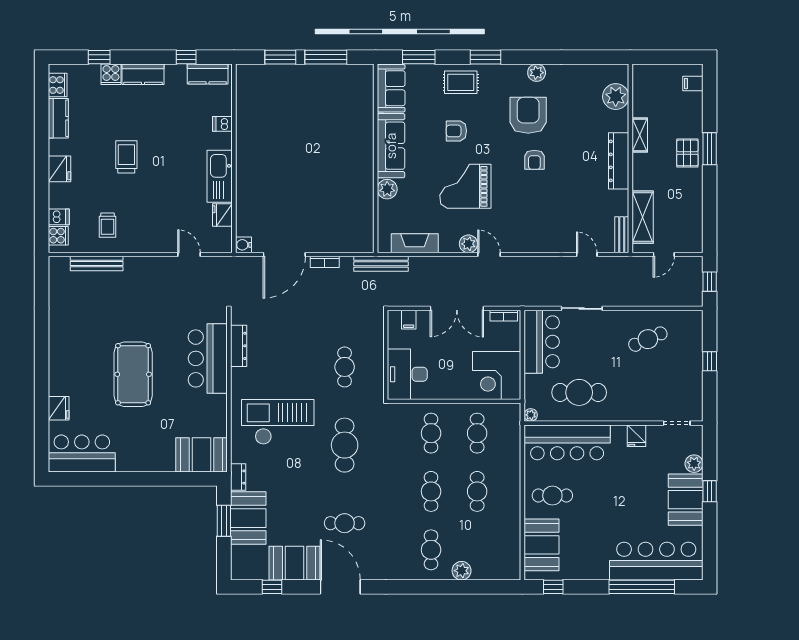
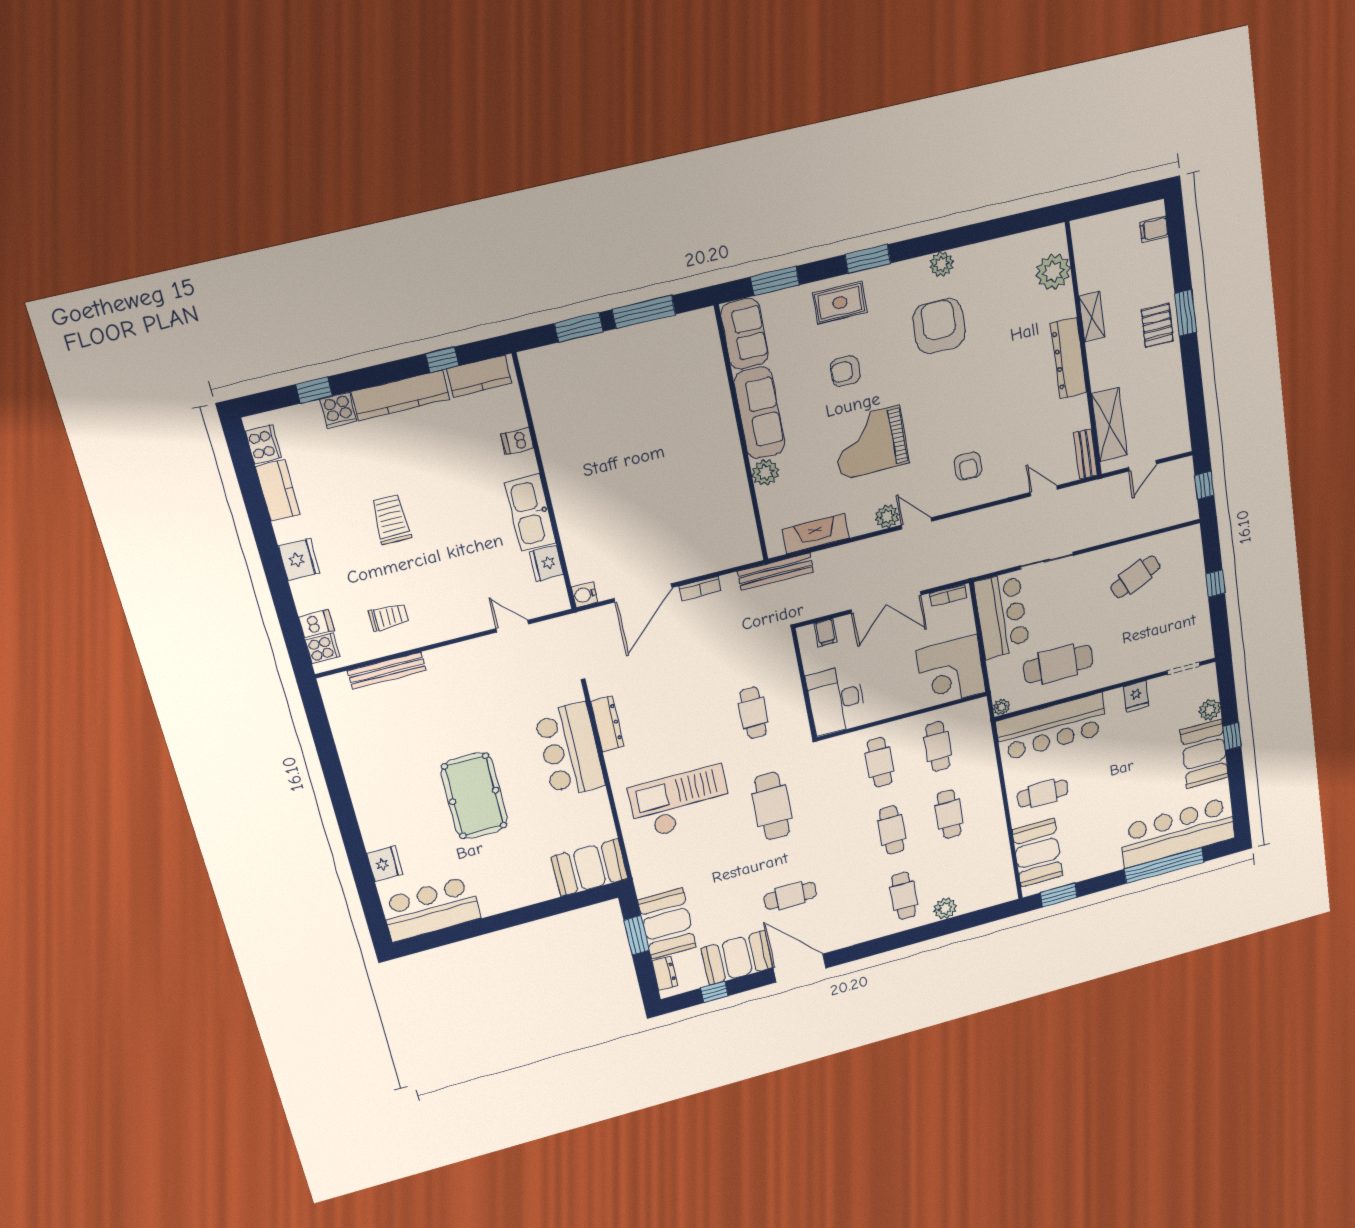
kitchen counter: (143, 74) -> (401, 395), width x1.50
armchair: (534, 160) -> (968, 466), moved
trolley: (108, 225) -> (389, 617), turned -90
dresser: (238, 477) -> (665, 973), moved
window: (553, 587) -> (1059, 895), width x1.50

